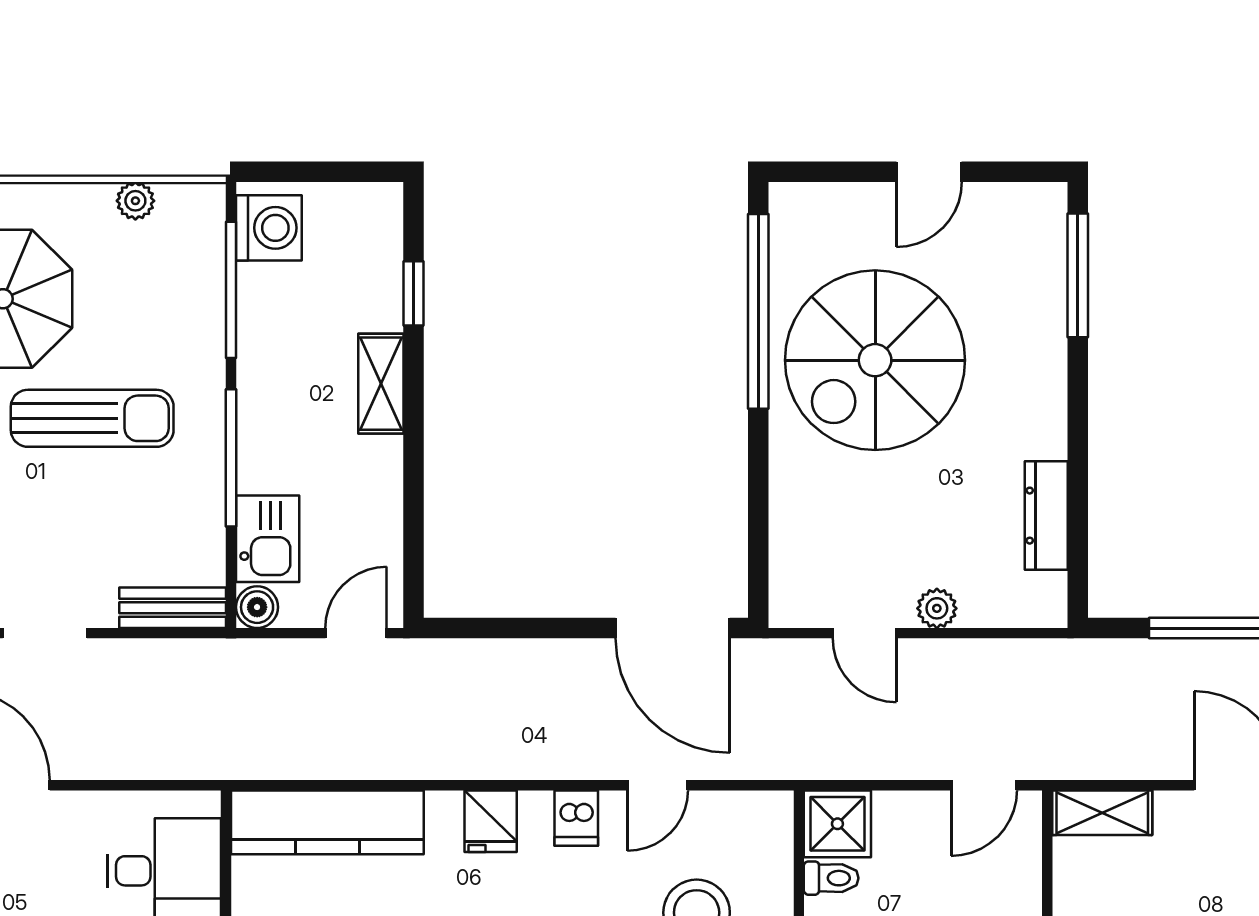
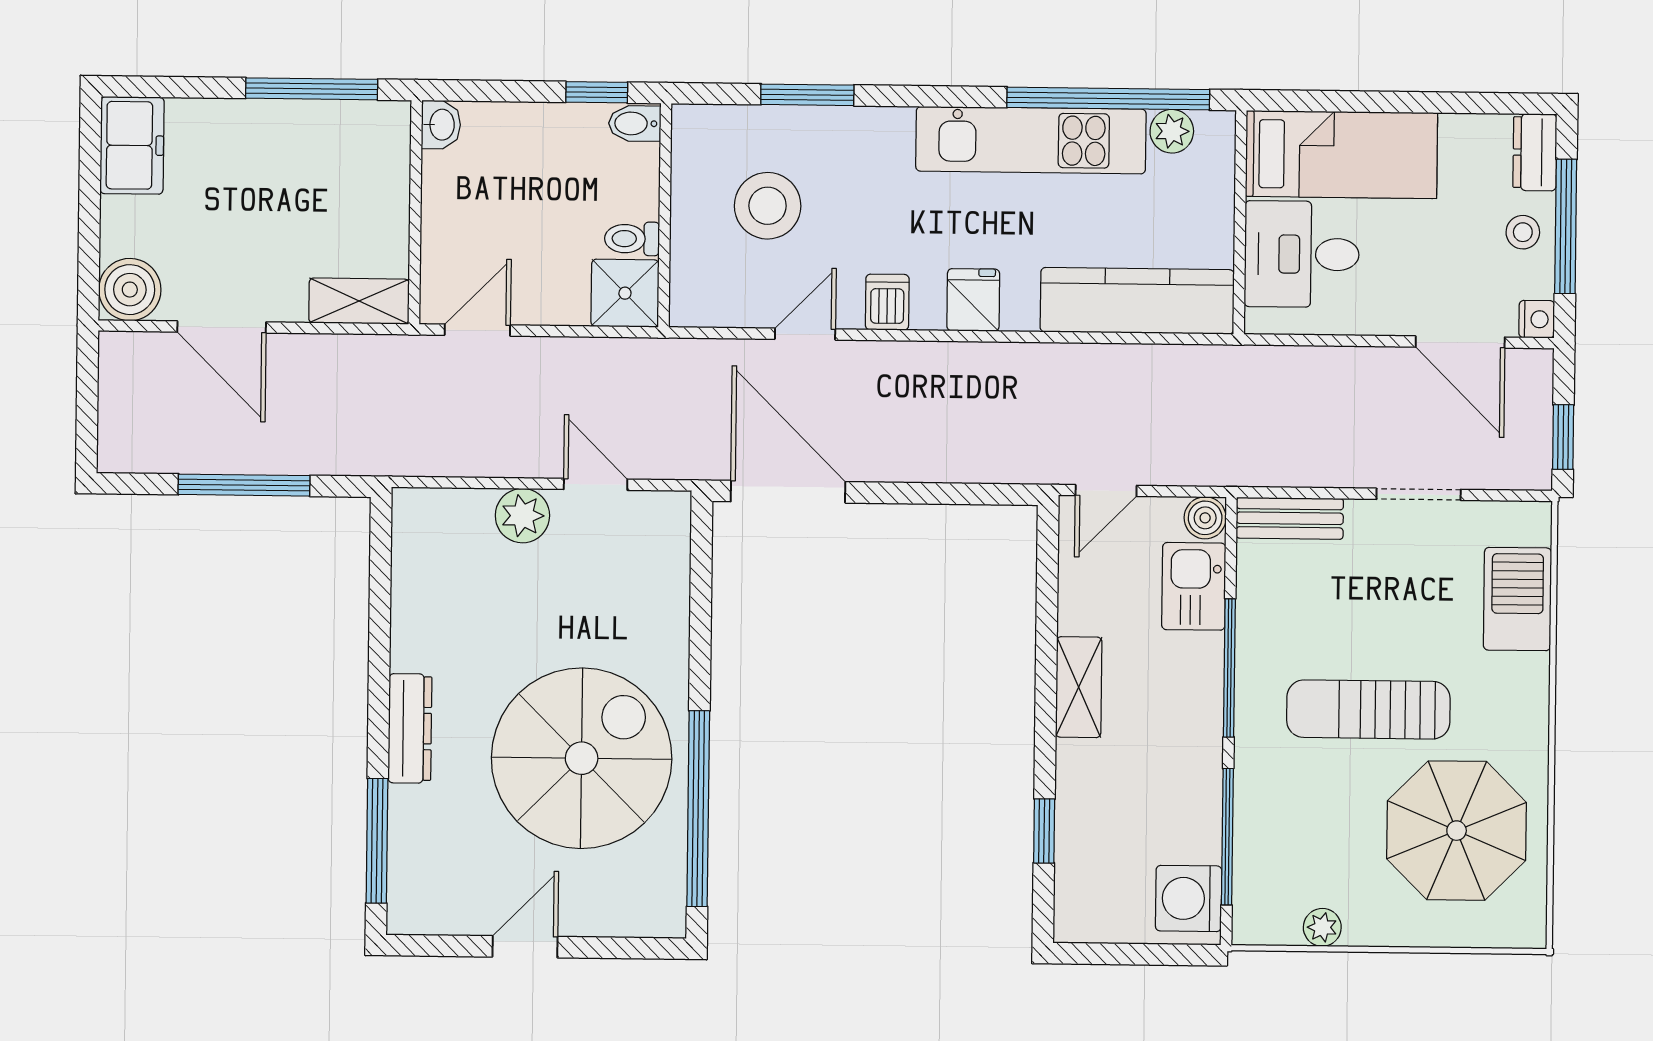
shelving: (381, 384) -> (1079, 687), moved
dresser: (1046, 516) -> (410, 728), moved
plant: (937, 608) -> (522, 516), width x1.38, depth x1.38

